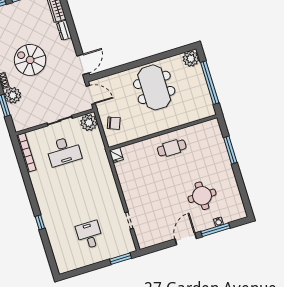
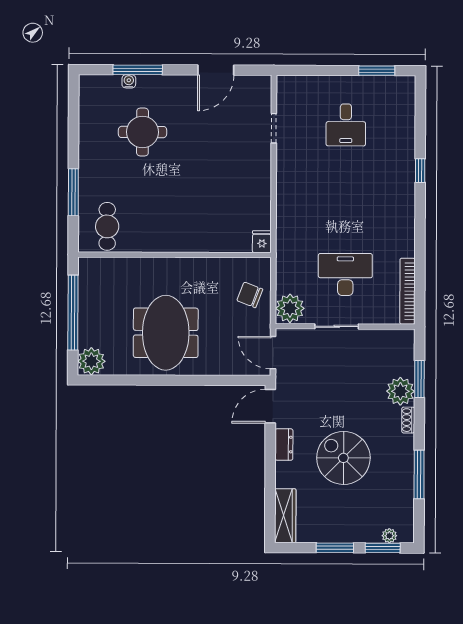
dresser: (64, 30) -> (284, 444), moved
spiral stairs: (30, 60) -> (343, 458), moved, turned 180
cafe table: (172, 148) -> (107, 226), moved, turned 90
door: (186, 239) -> (216, 70), moved
window: (121, 259) -> (377, 71), moved

